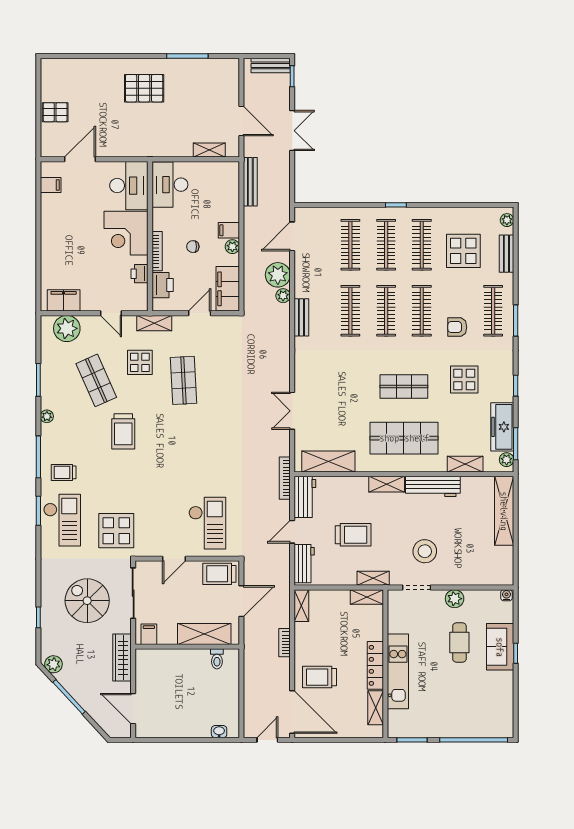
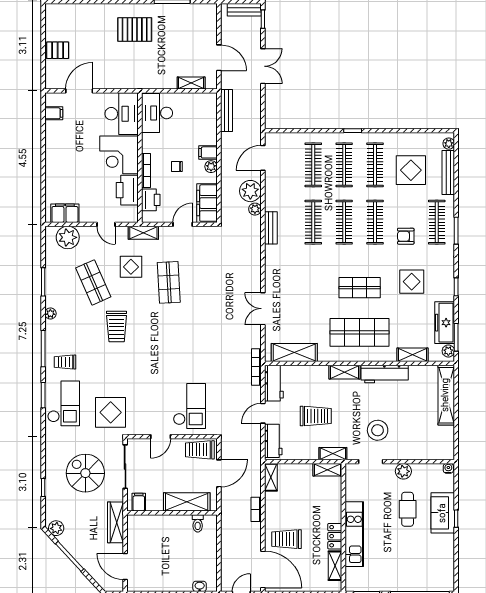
bench: (506, 254) -> (448, 173), width x1.36
printer: (140, 274) -> (127, 190), width x1.87, depth x1.48
locker: (375, 665) -> (335, 536), width x0.66

